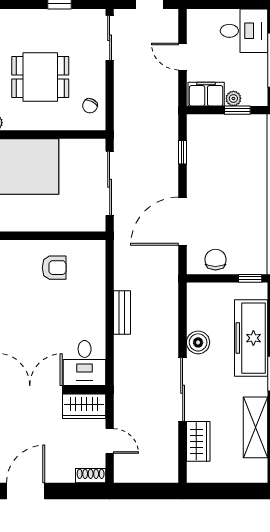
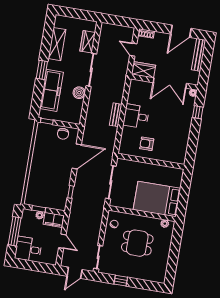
desk: (85, 363) -> (136, 116), moved, turned -90

